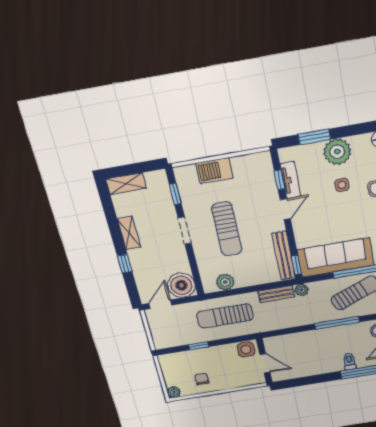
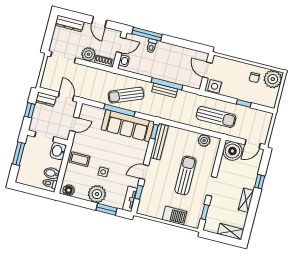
tv unit: (290, 180) -> (130, 199), moved
plant: (302, 290) -> (159, 113), removed
bench: (276, 294) -> (165, 90), moved
window: (337, 323) -> (167, 84), moved
plant: (174, 392) -> (273, 79), width x1.88, depth x1.88

